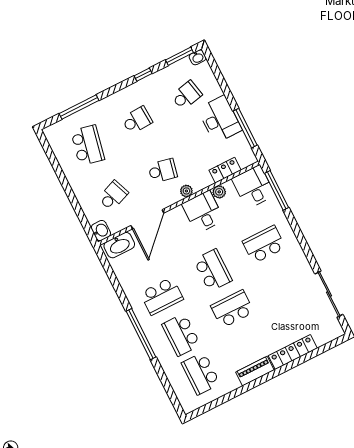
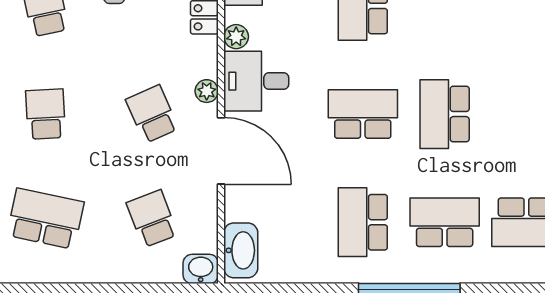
school desk: (163, 171) -> (152, 114), turned -36
door: (147, 219) -> (221, 151), moved
school desk: (162, 296) -> (363, 222), turned 180
school desk: (181, 335) -> (445, 222), turned 180

